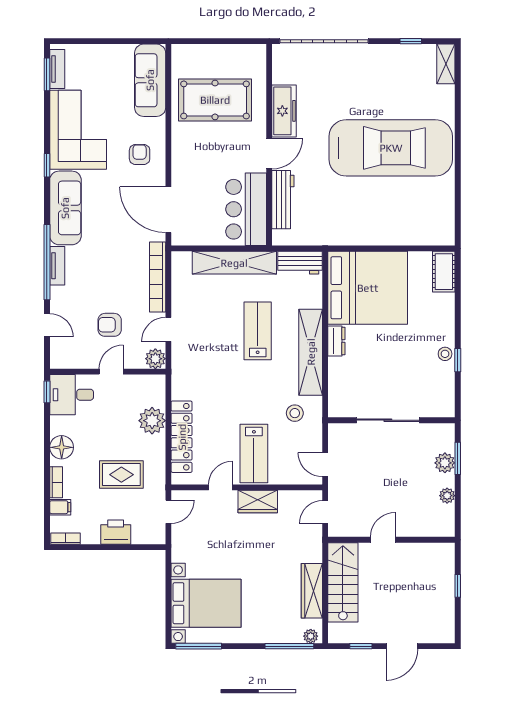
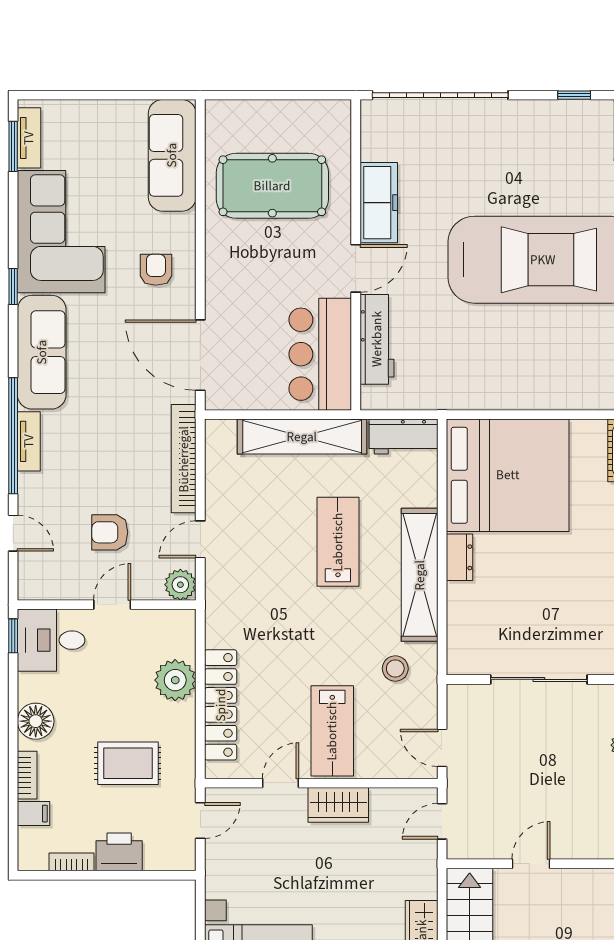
bookcase: (65, 539) -> (71, 862), moved

